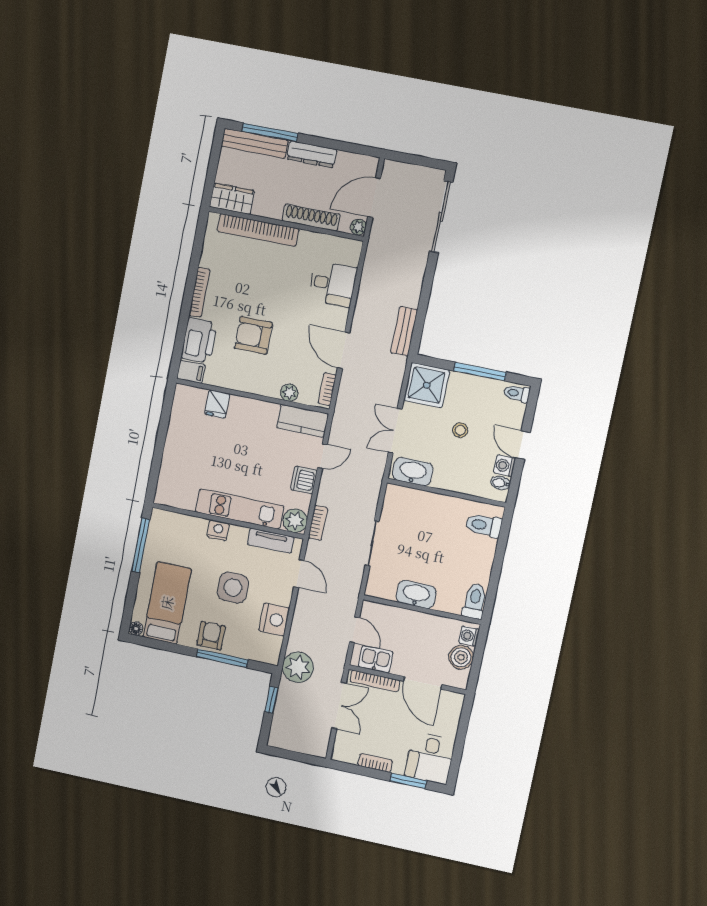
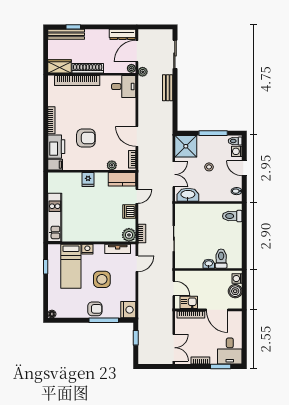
window: (270, 132) -> (73, 27), width x0.46
dresser: (312, 154) -> (123, 34), moved
sliding door: (441, 217) -> (175, 54), width x0.73
shoe rack: (311, 218) -> (88, 68), moved
desk: (333, 284) -> (124, 87), moved
bench: (404, 331) -> (168, 88), moved
armchair: (253, 335) -> (86, 138), turned 180
fridge: (217, 404) -> (88, 180), moved
double door: (395, 431) -> (174, 174), swing flipped
washing machine: (504, 466) -> (237, 151), moved
kitchen unit: (240, 509) -> (55, 217), moved, turned 90
window: (141, 545) -> (46, 267), width x0.46
door: (299, 574) -> (137, 264), hinge flipped
washbasin: (416, 594) -> (209, 264), width x0.52, depth x0.69
toilet: (475, 601) -> (221, 259), moved
bed: (167, 603) -> (71, 266), moved, turned 180
nightstand: (274, 619) -> (128, 310), moved
armchair: (211, 636) -> (95, 309), turned 90
plant: (298, 667) -> (143, 72), moved, width x0.53, depth x0.53
double door: (339, 706) -> (174, 348), moved

